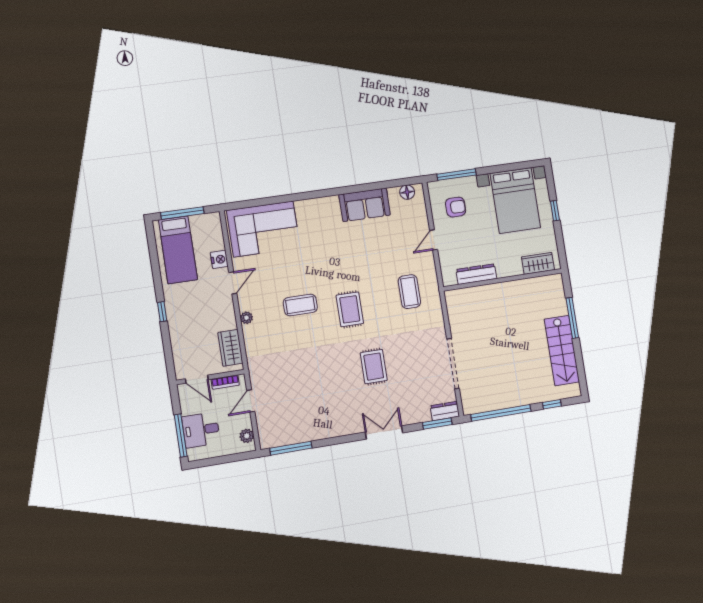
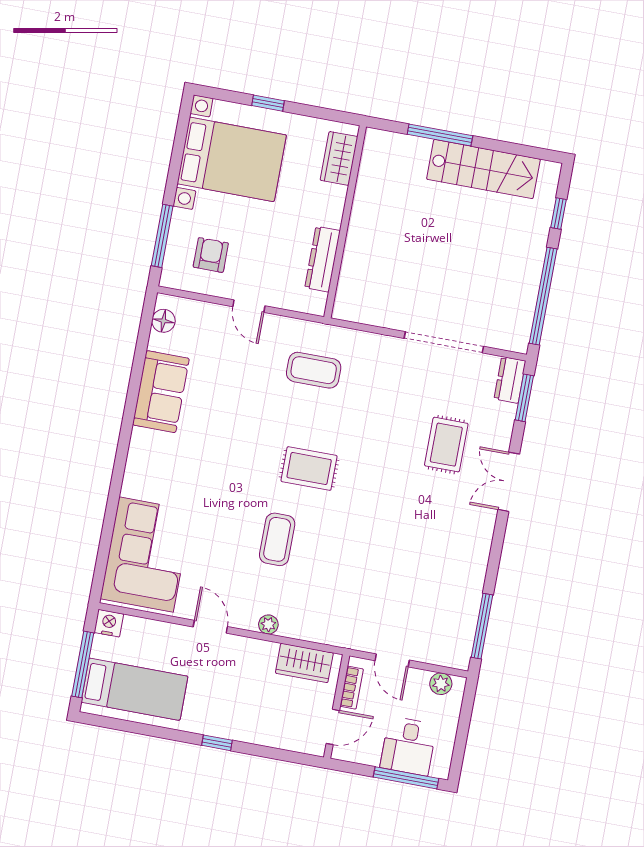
nightstand: (219, 259) -> (109, 623), moved
rug: (374, 367) -> (446, 445), moved, turned 90

